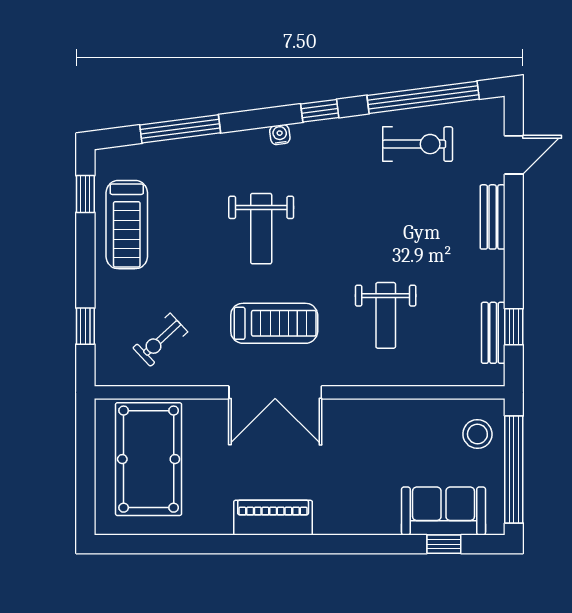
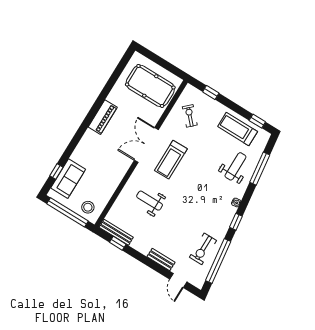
weight bench: (261, 229) -> (235, 166), moved, turned 90
bench: (493, 333) -> (116, 232), width x1.36

